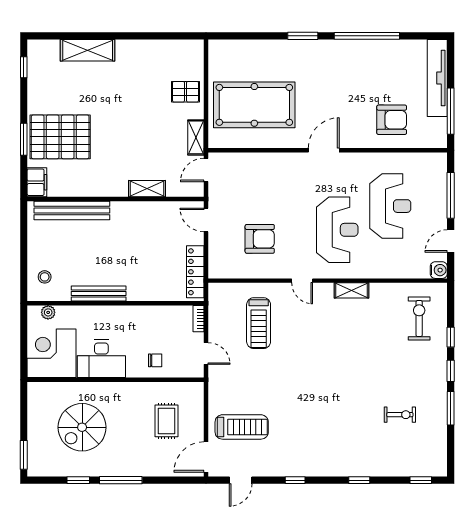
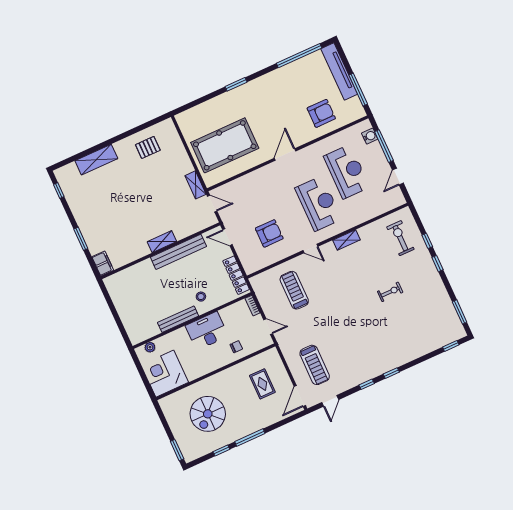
window: (367, 36) -> (299, 56), moved
pallet: (185, 92) -> (148, 147), moved
pallet: (60, 137) -> (104, 226), removed
door: (206, 170) -> (212, 204), swing flipped
shelving: (147, 189) -> (162, 242), moved
bench: (72, 210) -> (178, 252), moved
water cooler: (439, 270) -> (370, 136), moved
stool: (45, 277) -> (201, 297), moved
treadmill: (259, 323) -> (294, 290), turned 180
desk: (101, 359) -> (207, 331), moved, turned 180
window: (451, 408) -> (460, 312), moved
exercise bike: (400, 415) -> (390, 292), moved
treadmill: (242, 427) -> (315, 365), turned 90
window: (359, 480) -> (391, 373), moved

